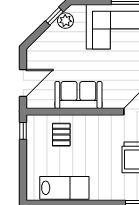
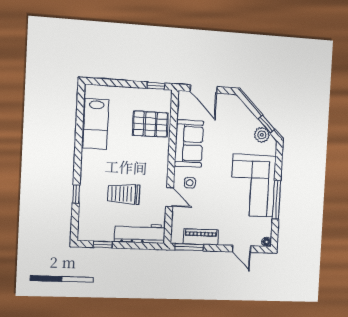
side table: (118, 92) -> (190, 183), added
pallet: (61, 135) -> (150, 124), width x1.50, depth x1.42

